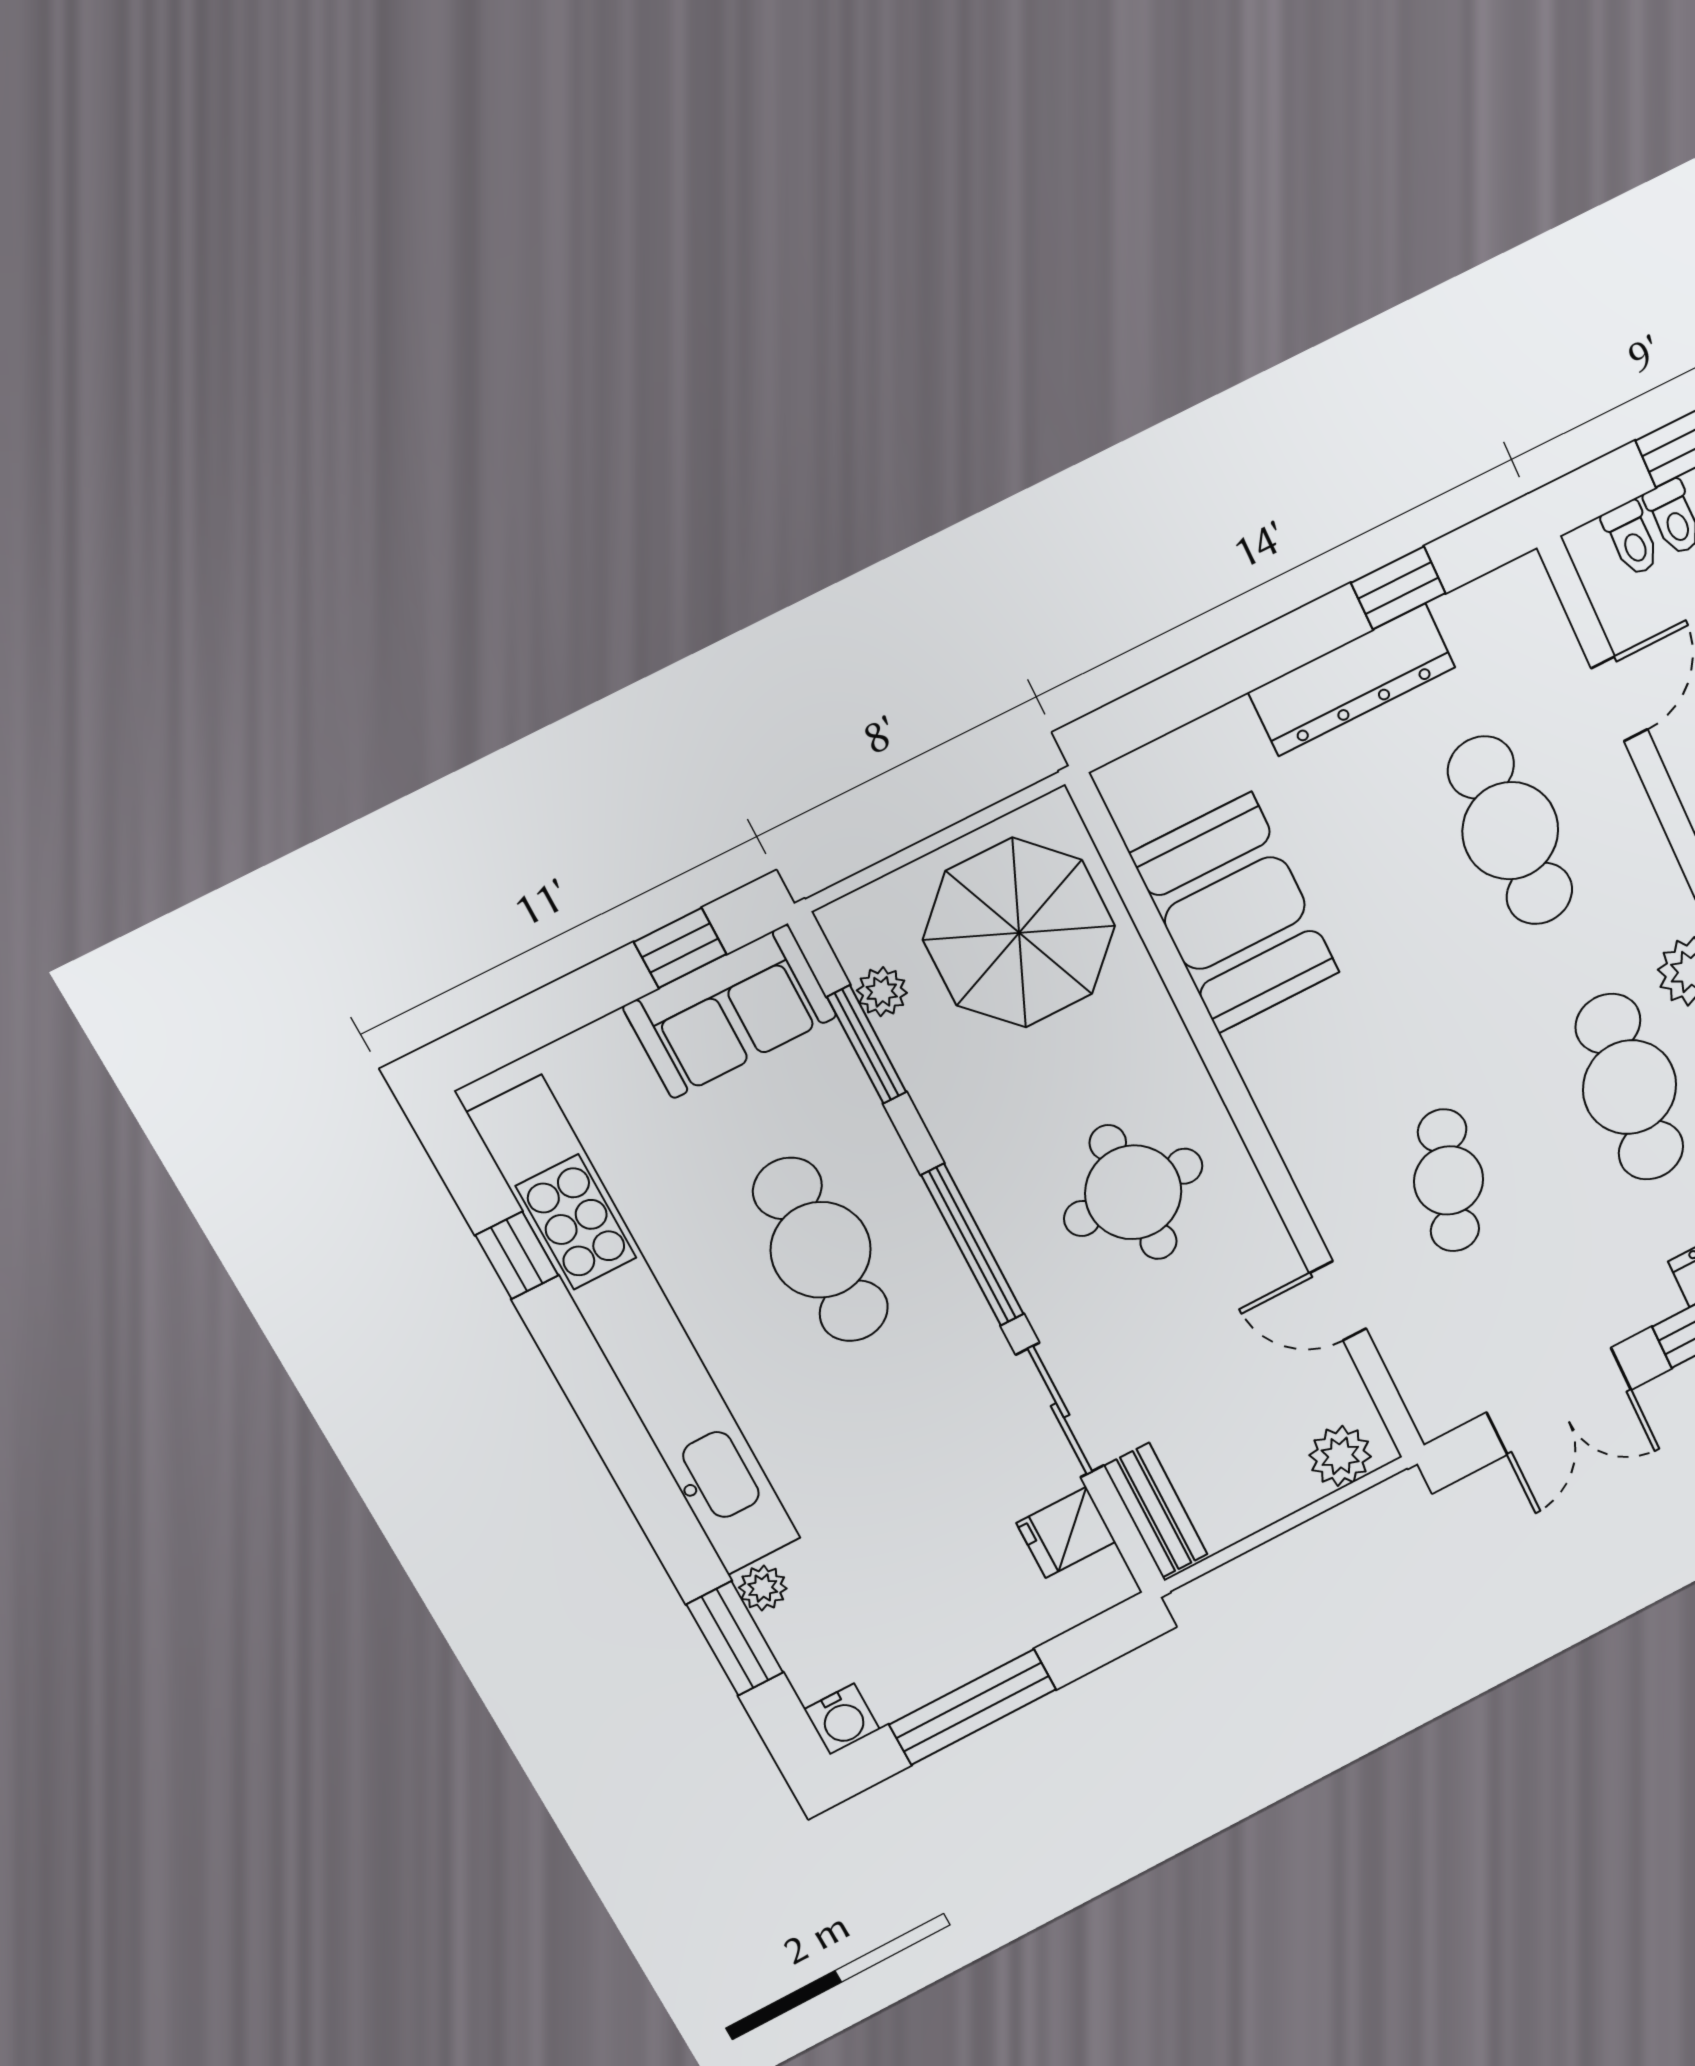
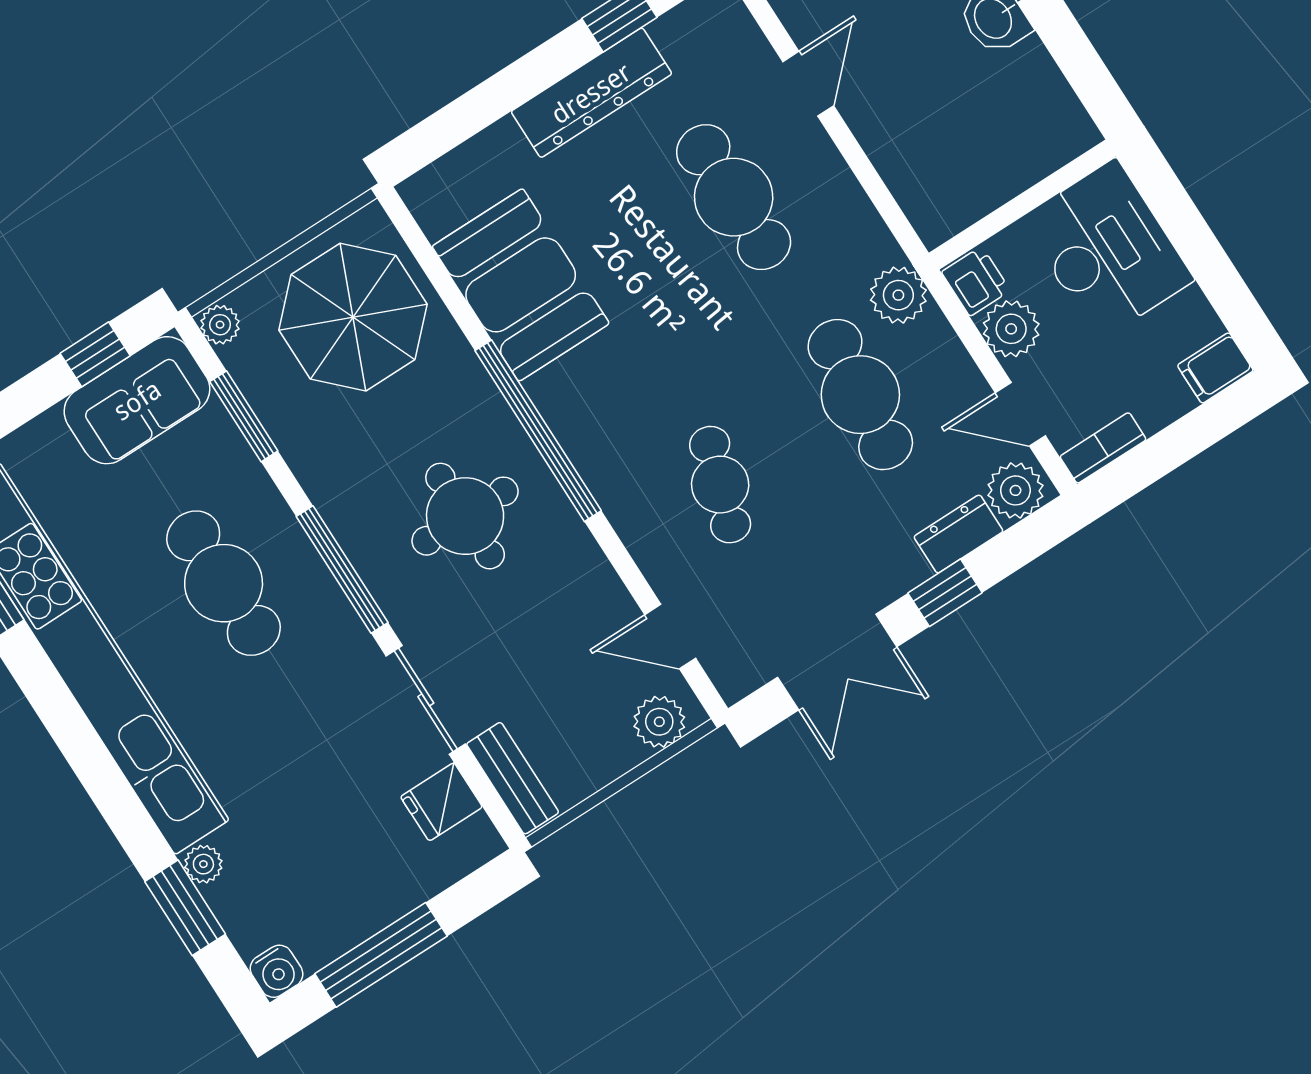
plant: (882, 992) -> (220, 325), moved
window: (1235, 1096) -> (538, 431), added
door: (1338, 1301) -> (670, 636), moved

